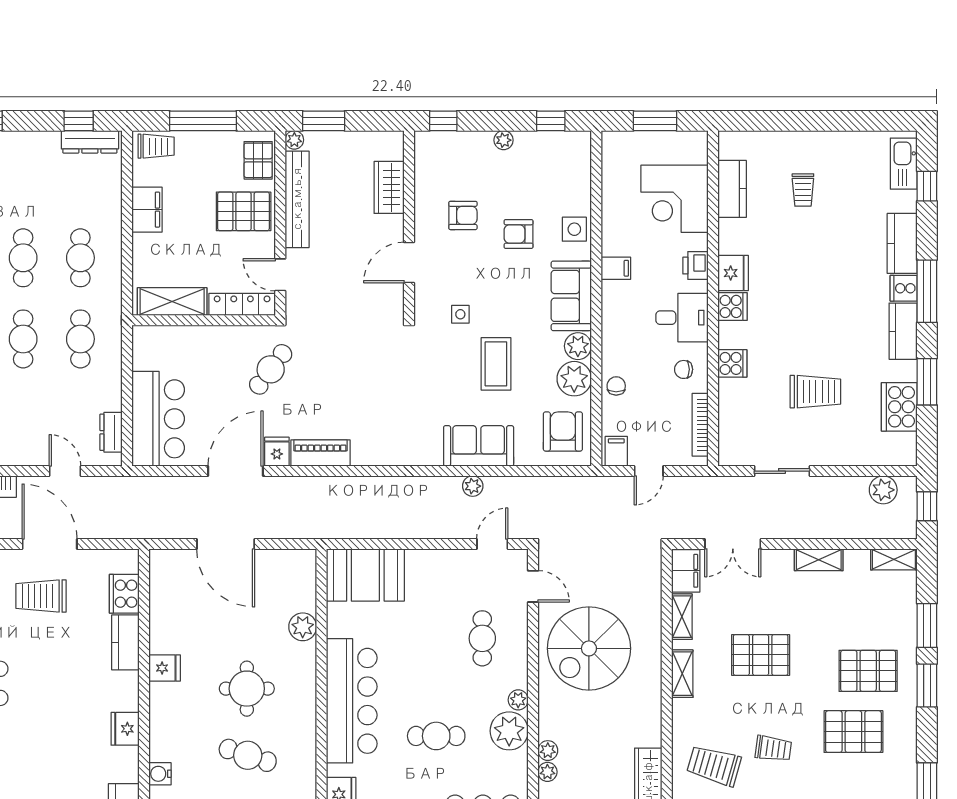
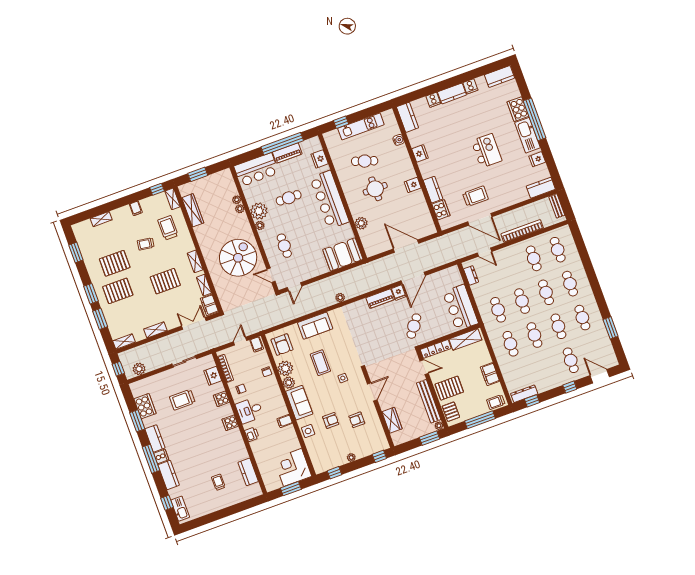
corner desk: (674, 199) -> (293, 467), moved, turned -90
fridge: (733, 273) -> (213, 376), moved
bar counter: (158, 419) -> (460, 308), moved
plant: (473, 486) -> (340, 298), moved
trolley: (714, 766) -> (168, 228), turned -106

